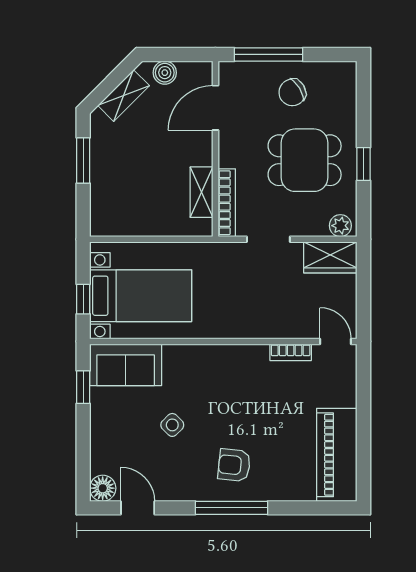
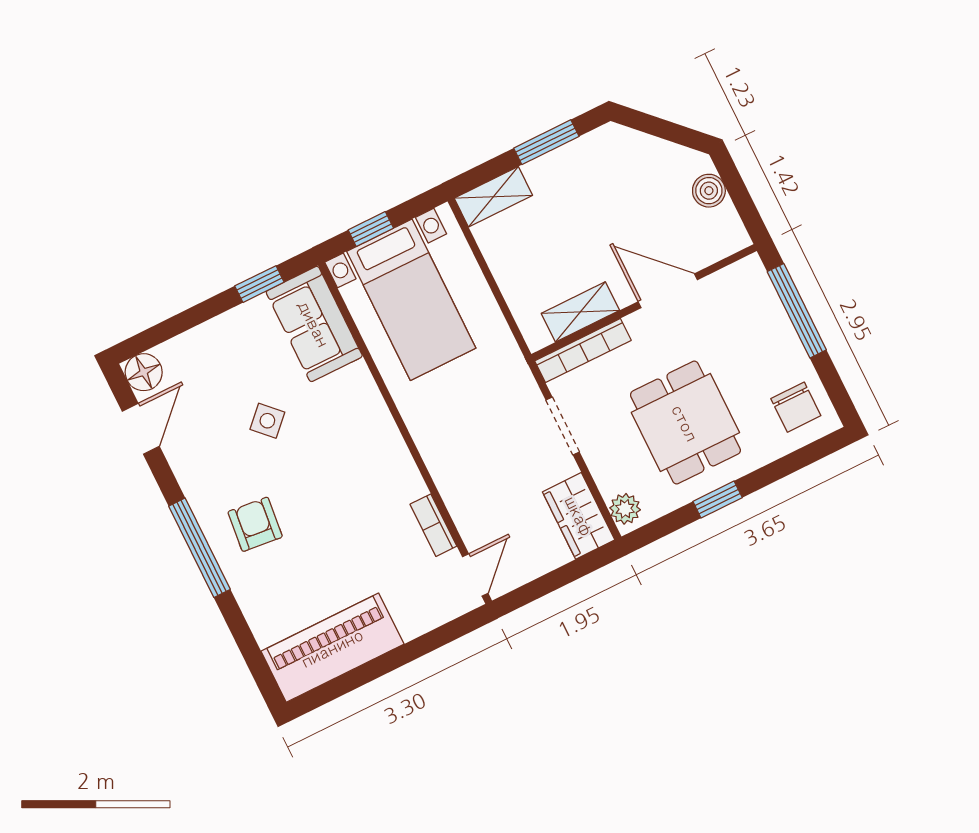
chair: (292, 92) -> (796, 407), moved, turned -149
shelving: (124, 96) -> (493, 197), moved, turned -45
door: (215, 108) -> (668, 291), moved

